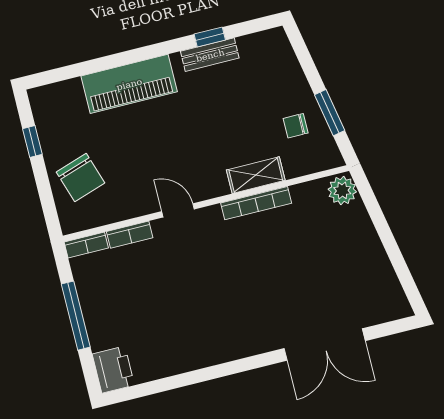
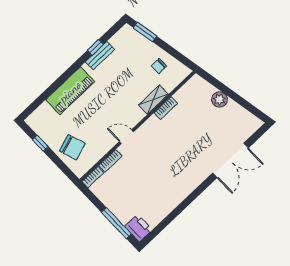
window: (330, 113) -> (145, 32), moved
plant: (342, 191) -> (219, 99), moved
bookcase: (256, 203) -> (166, 108), width x0.64
window: (76, 316) -> (116, 223), moved

